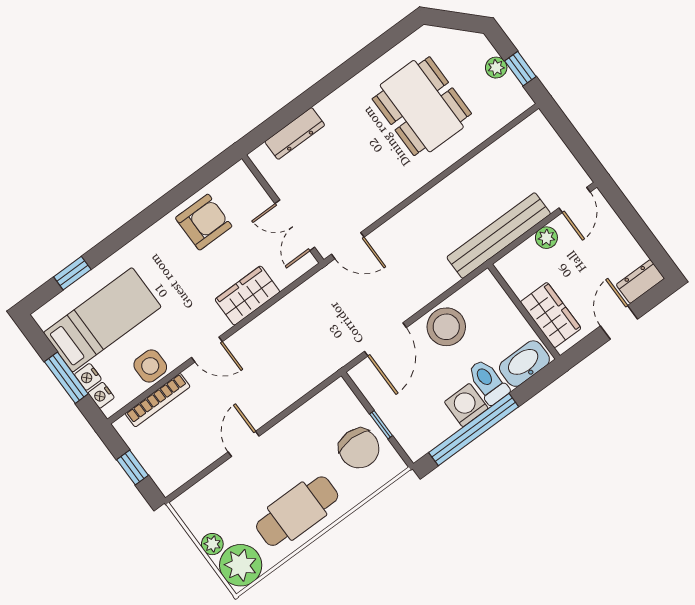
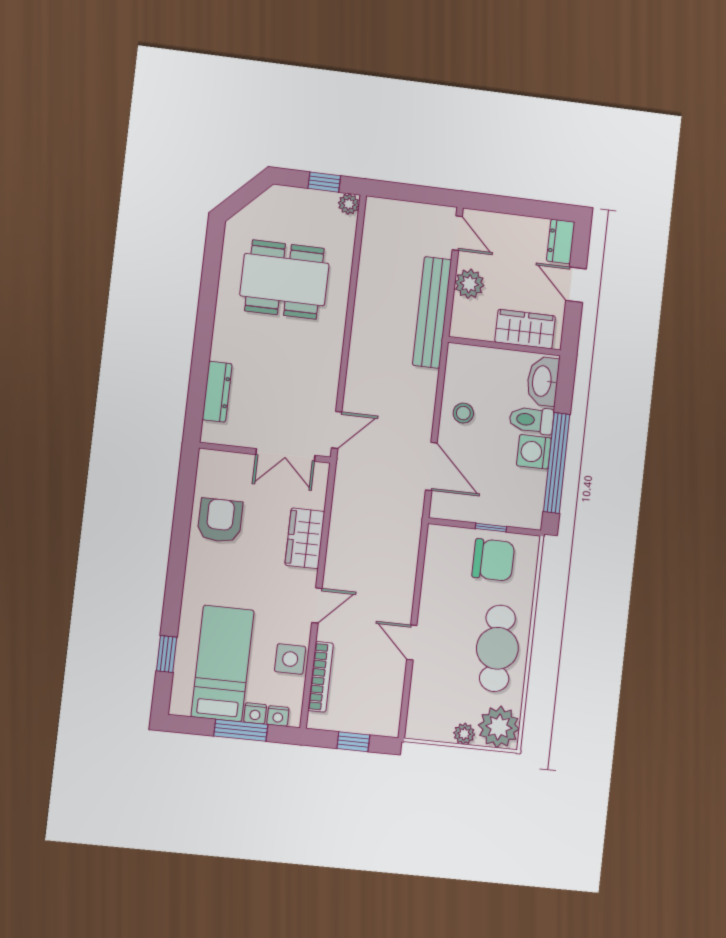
plant: (496, 68) -> (349, 204), moved
plant: (546, 238) -> (469, 284), width x1.38, depth x1.38
stool: (446, 327) -> (463, 413), width x0.53, depth x0.53

